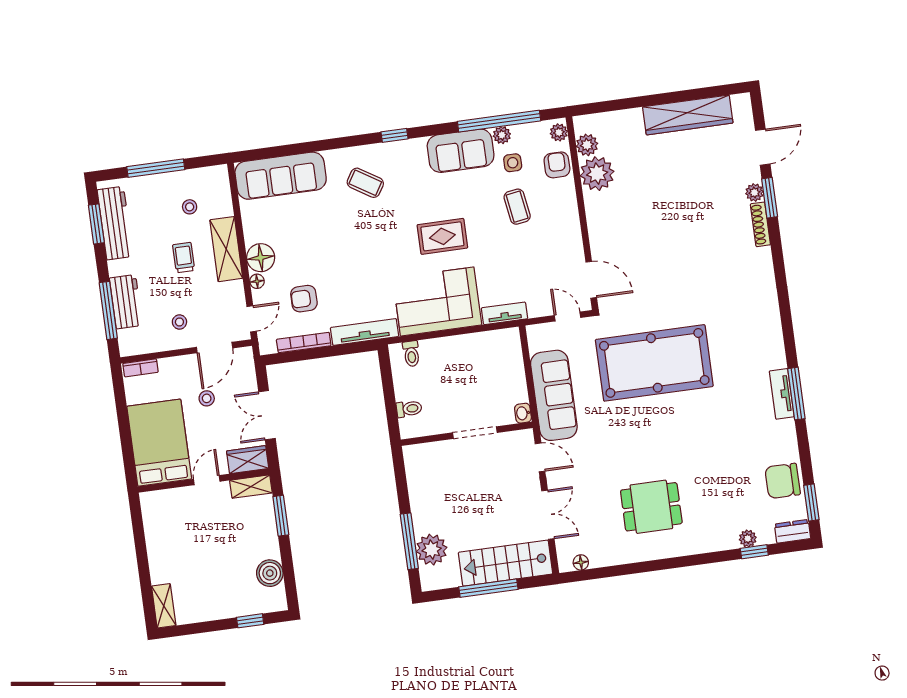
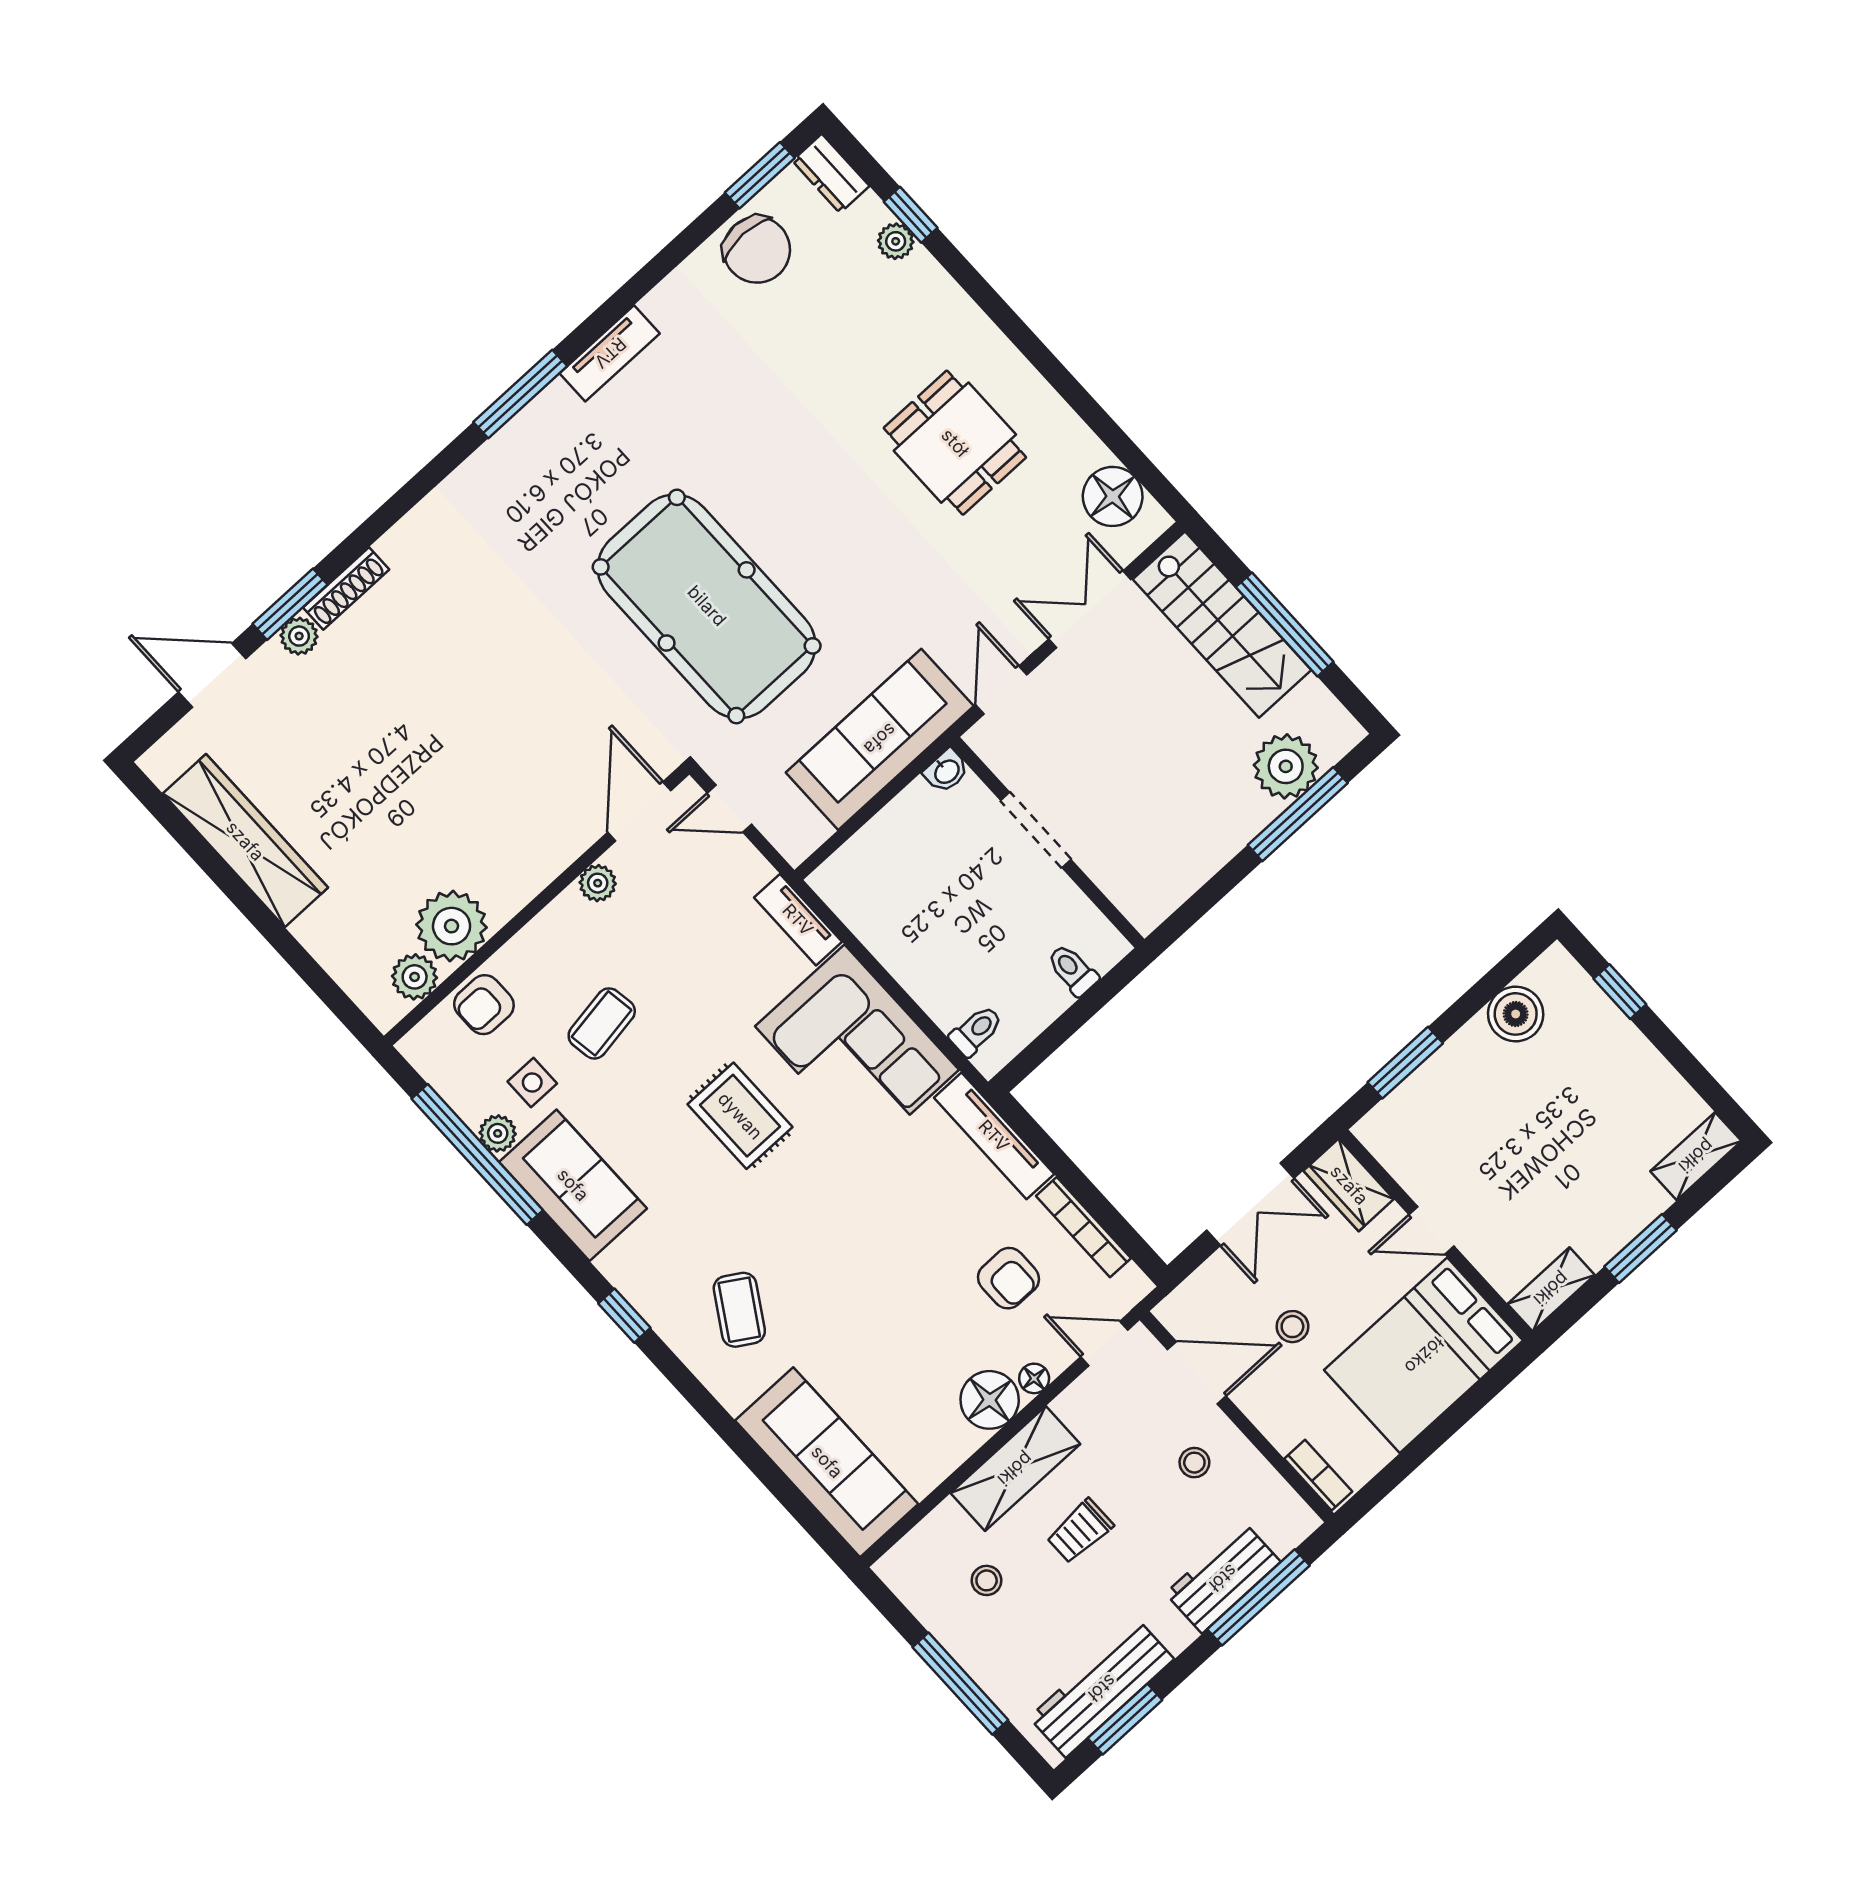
plant: (559, 132) -> (598, 883), moved
door: (567, 316) -> (730, 809), hinge flipped
window: (796, 394) -> (520, 394), moved
shelving: (251, 487) -> (1551, 1289), moved, turned 90
window: (142, 558) -> (1641, 1248), added
floor lamp: (581, 562) -> (1113, 496), width x1.89, depth x1.89

